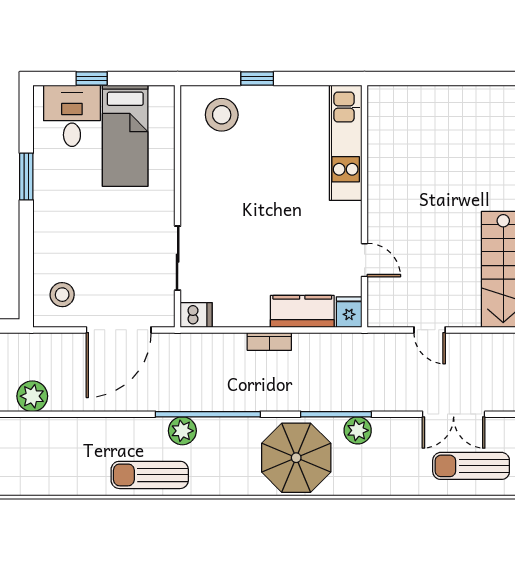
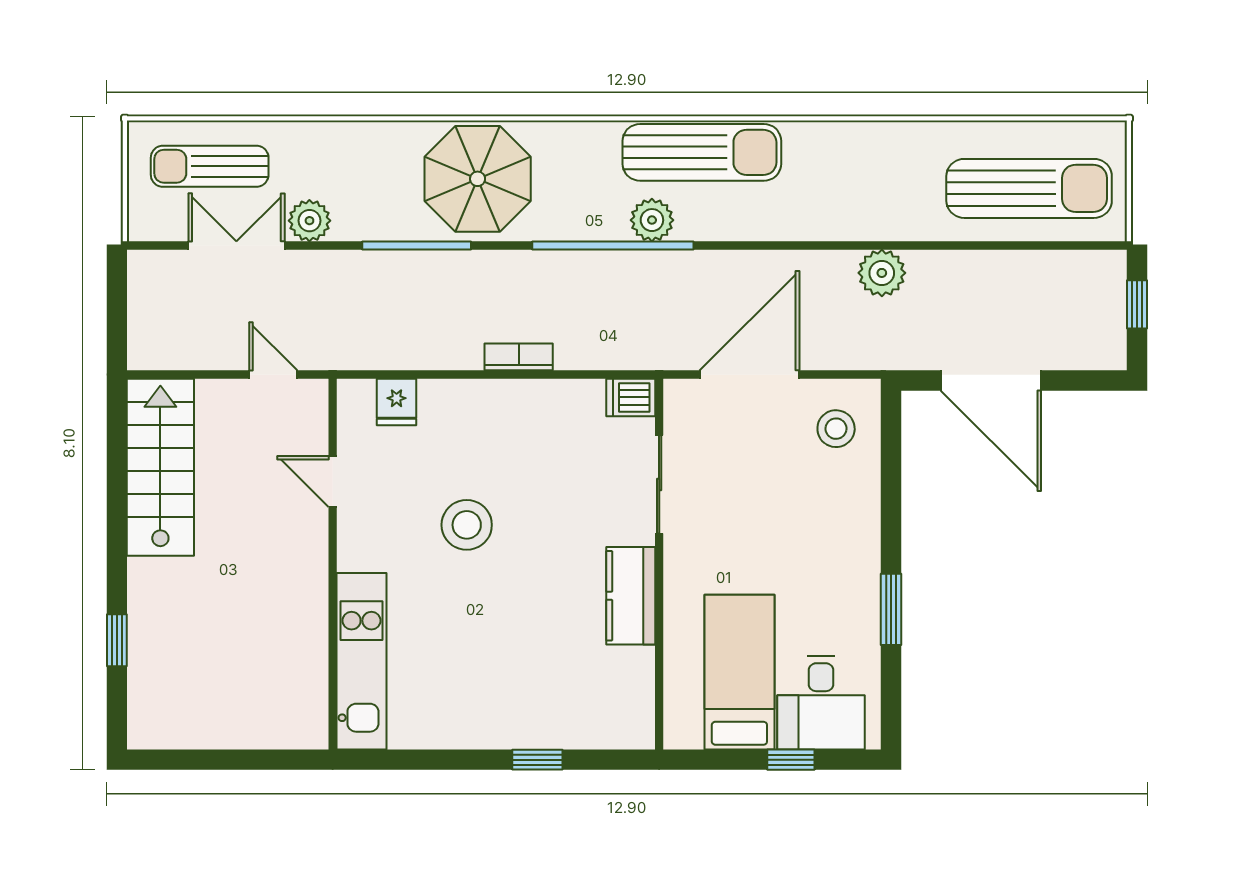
stool: (222, 115) -> (467, 525), moved
kitchen unit: (346, 143) -> (361, 661), moved
wall: (364, 206) -> (333, 564), moved
door: (364, 260) -> (333, 482), moved
kitchen counter: (302, 311) -> (631, 596), moved, turned 90
plant: (358, 430) -> (309, 221), moved
sun lounger: (471, 466) -> (210, 166), turned 180
sun lounger: (150, 475) -> (702, 152), width x1.36, depth x1.34

